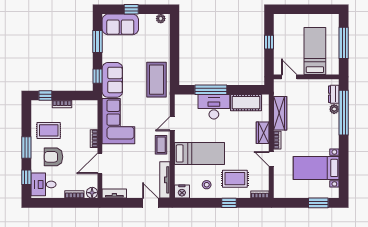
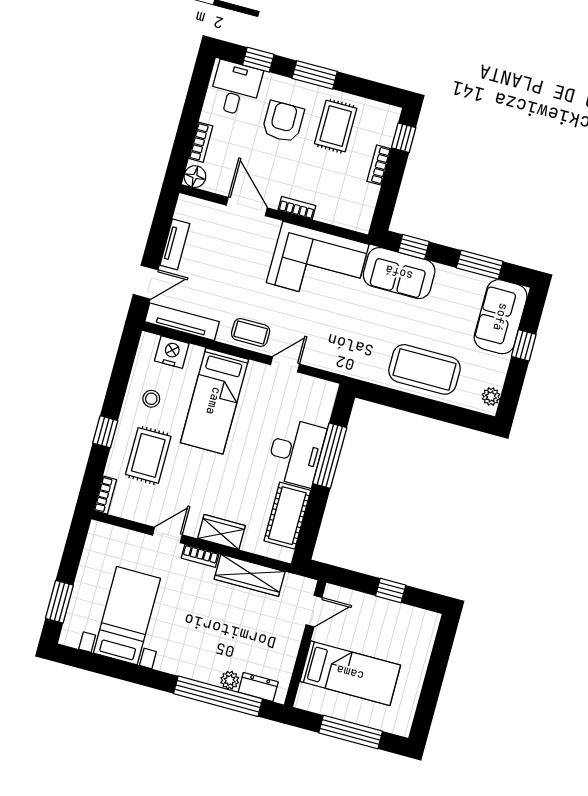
coffee table: (156, 80) -> (424, 369), moved
door: (172, 124) -> (285, 364), hinge flipped
nightstand: (182, 192) -> (172, 352), moved, turned 90
tv unit: (114, 194) -> (175, 244), moved

